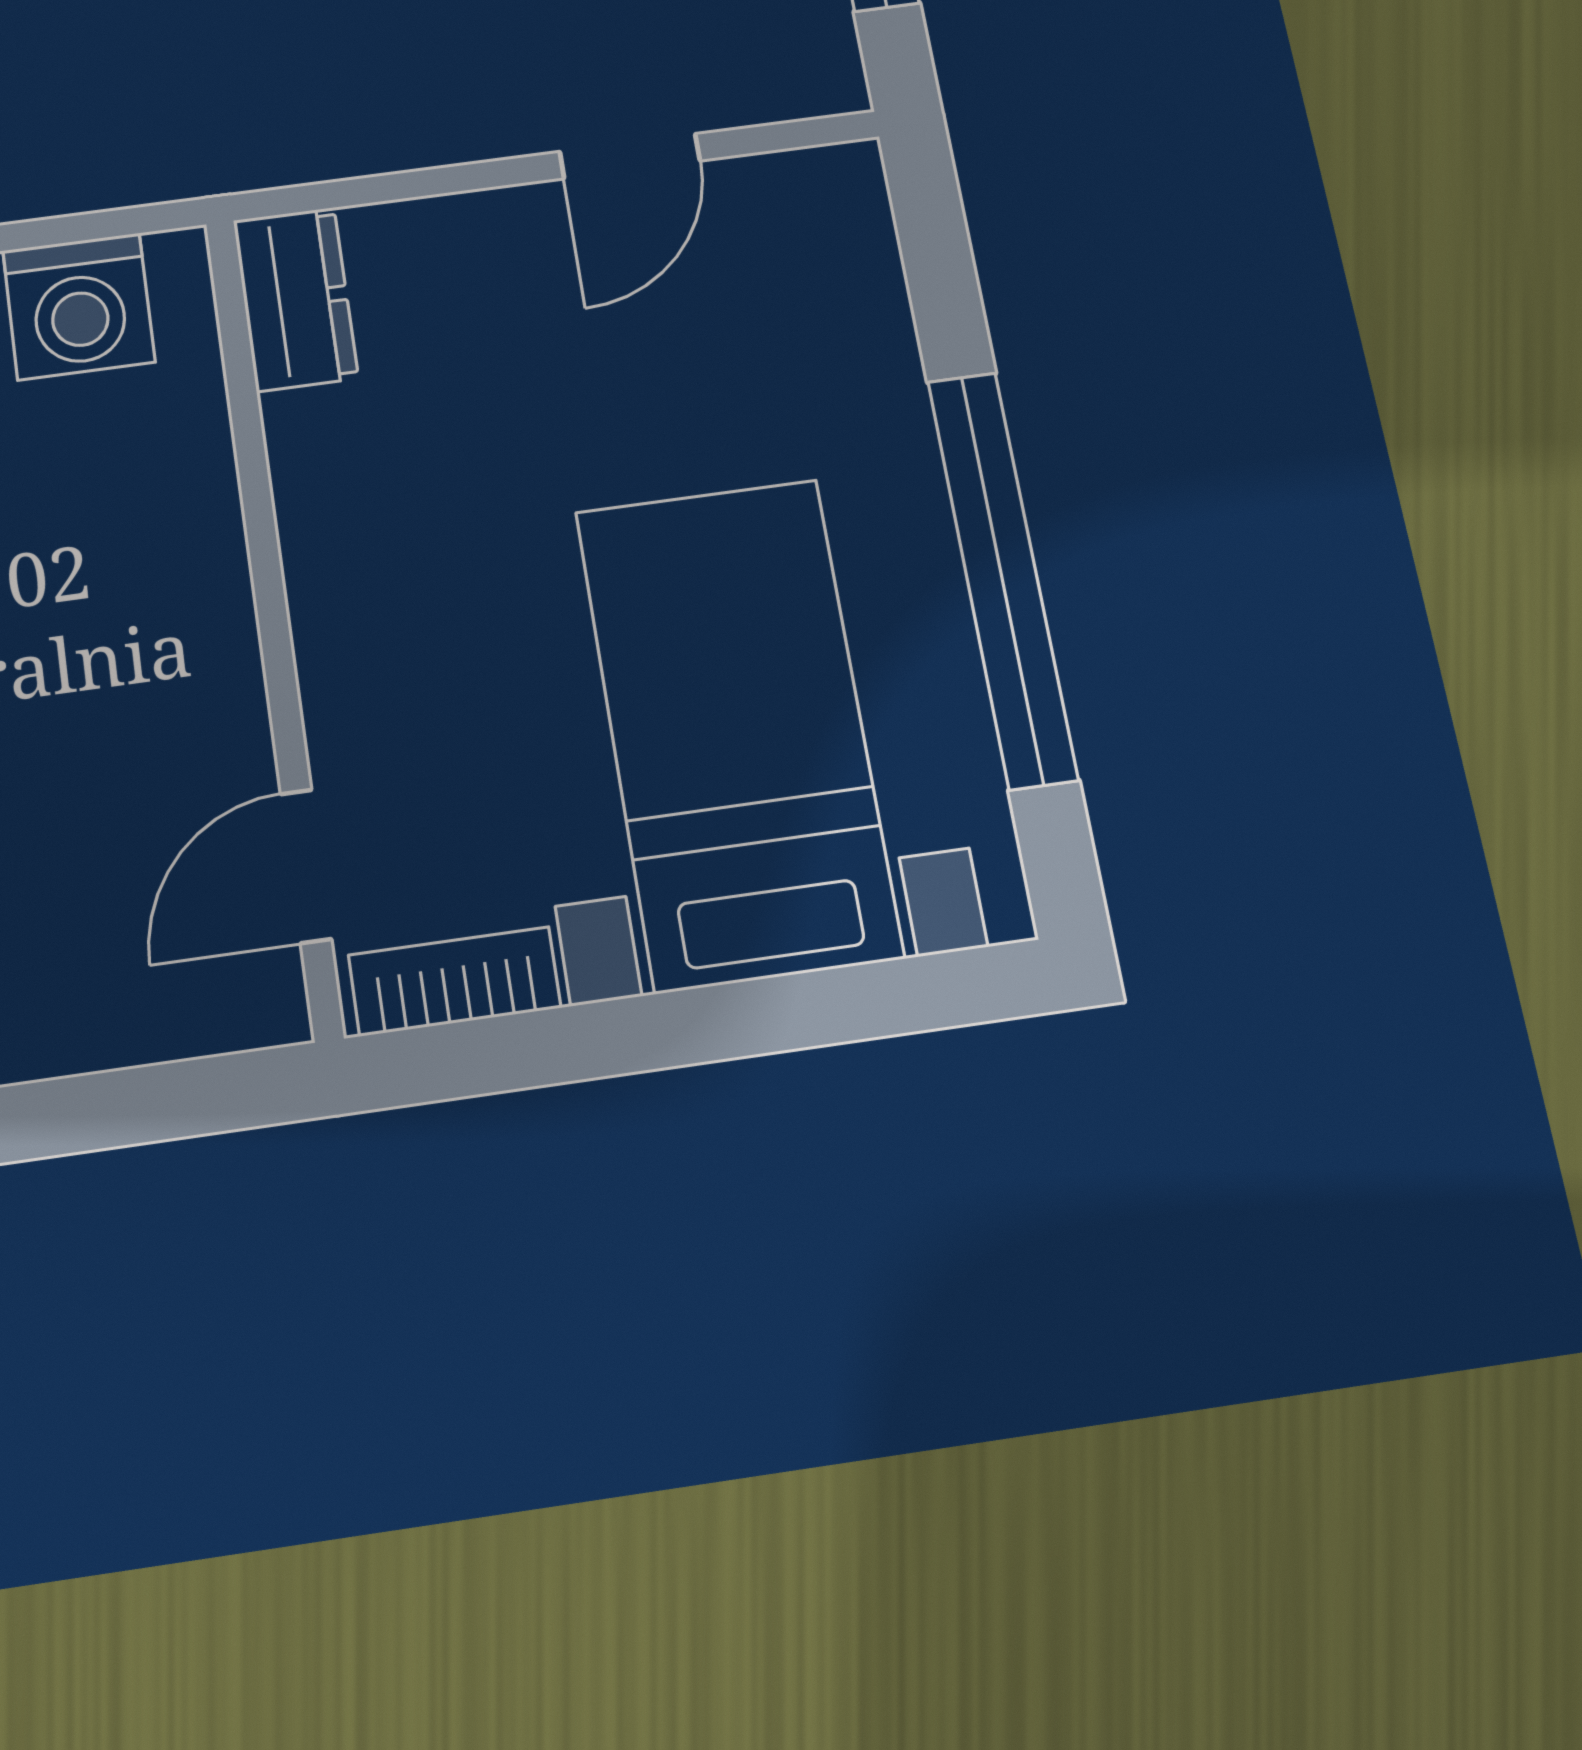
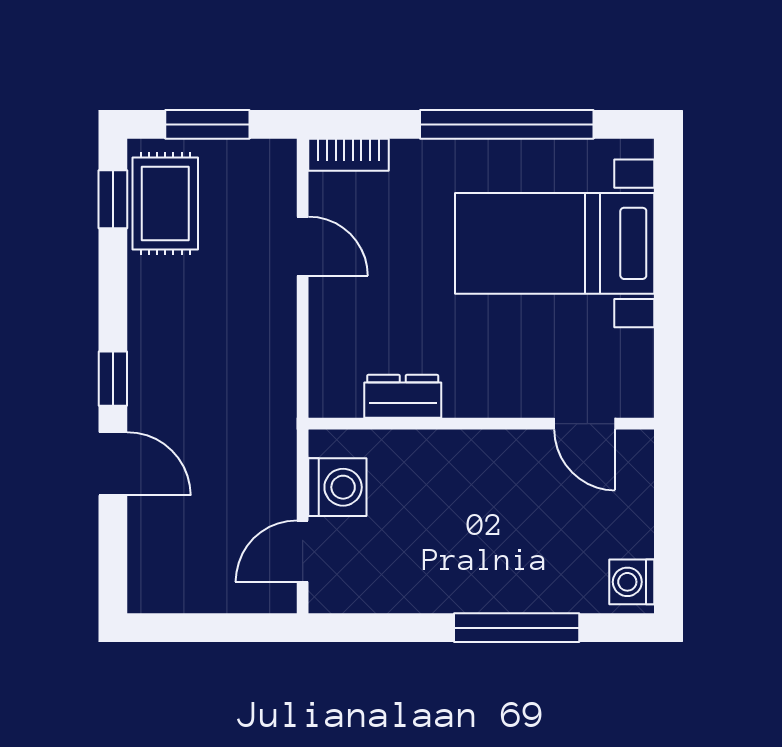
dresser: (296, 299) -> (403, 396), moved
bookcase: (455, 981) -> (348, 155), moved, turned -90

